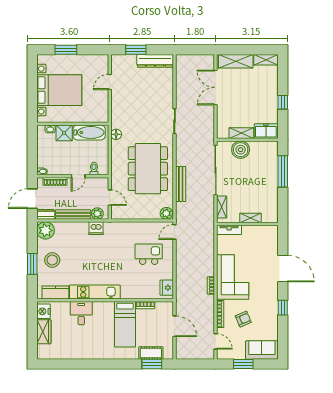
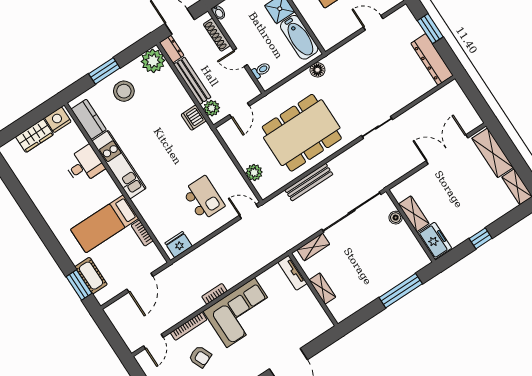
boiler: (241, 150) -> (396, 218), width x0.54, depth x0.54
plant: (166, 213) -> (254, 172), moved

